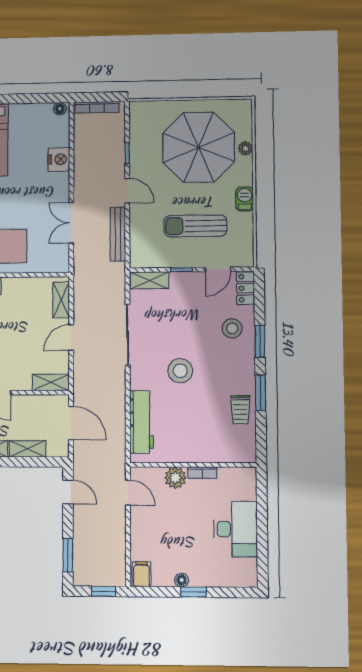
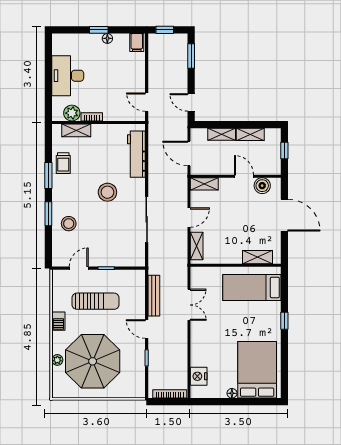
floor lamp: (60, 109) -> (232, 393), moved
nightstand: (59, 159) -> (199, 376), moved
shelving: (149, 280) -> (76, 130), moved
locker: (246, 288) -> (58, 254), removed
trolley: (240, 410) -> (63, 163), turned 180
plant: (175, 478) -> (72, 113), moved

